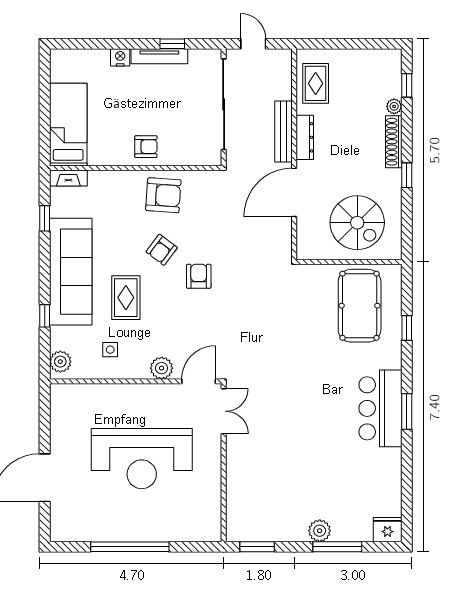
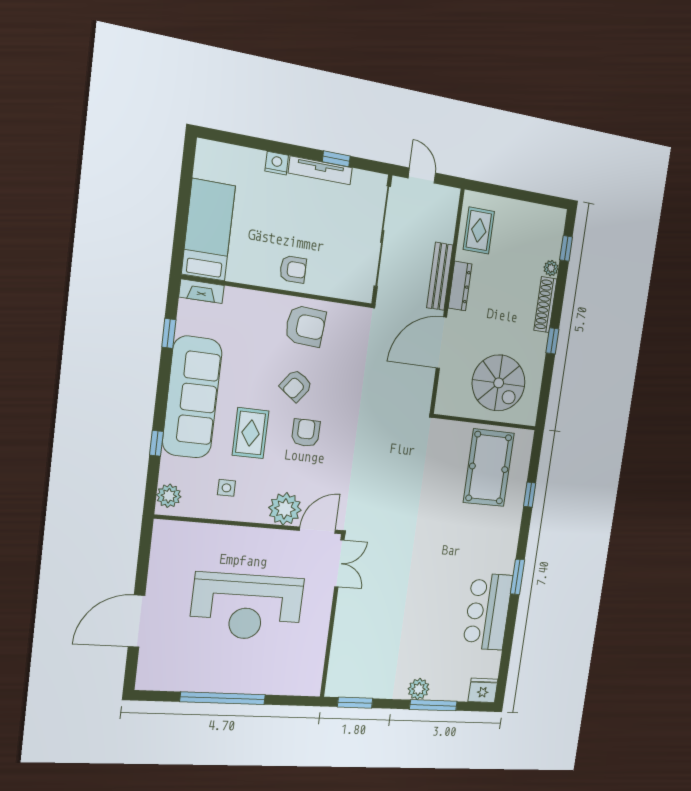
armchair: (199, 276) -> (306, 433), moved
plant: (162, 368) -> (285, 509), width x1.36, depth x1.36
bar counter: (380, 408) -> (488, 612), moved

